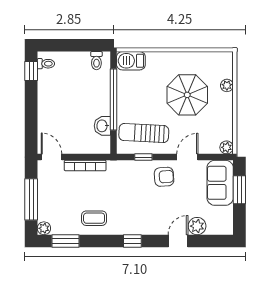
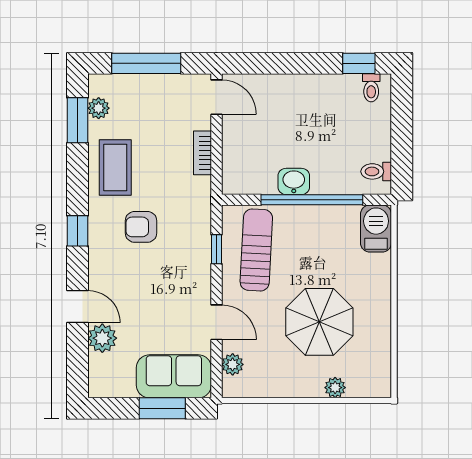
washbasin: (102, 126) -> (294, 181), moved
plant: (227, 147) -> (233, 364), moved
door: (51, 157) -> (216, 97), hinge flipped
bookcase: (85, 166) -> (202, 153), width x0.64
armchair: (164, 177) -> (141, 227), moved, turned 94
coffee table: (94, 218) -> (115, 168), width x1.36, depth x1.30
plant: (44, 228) -> (99, 108), moved

